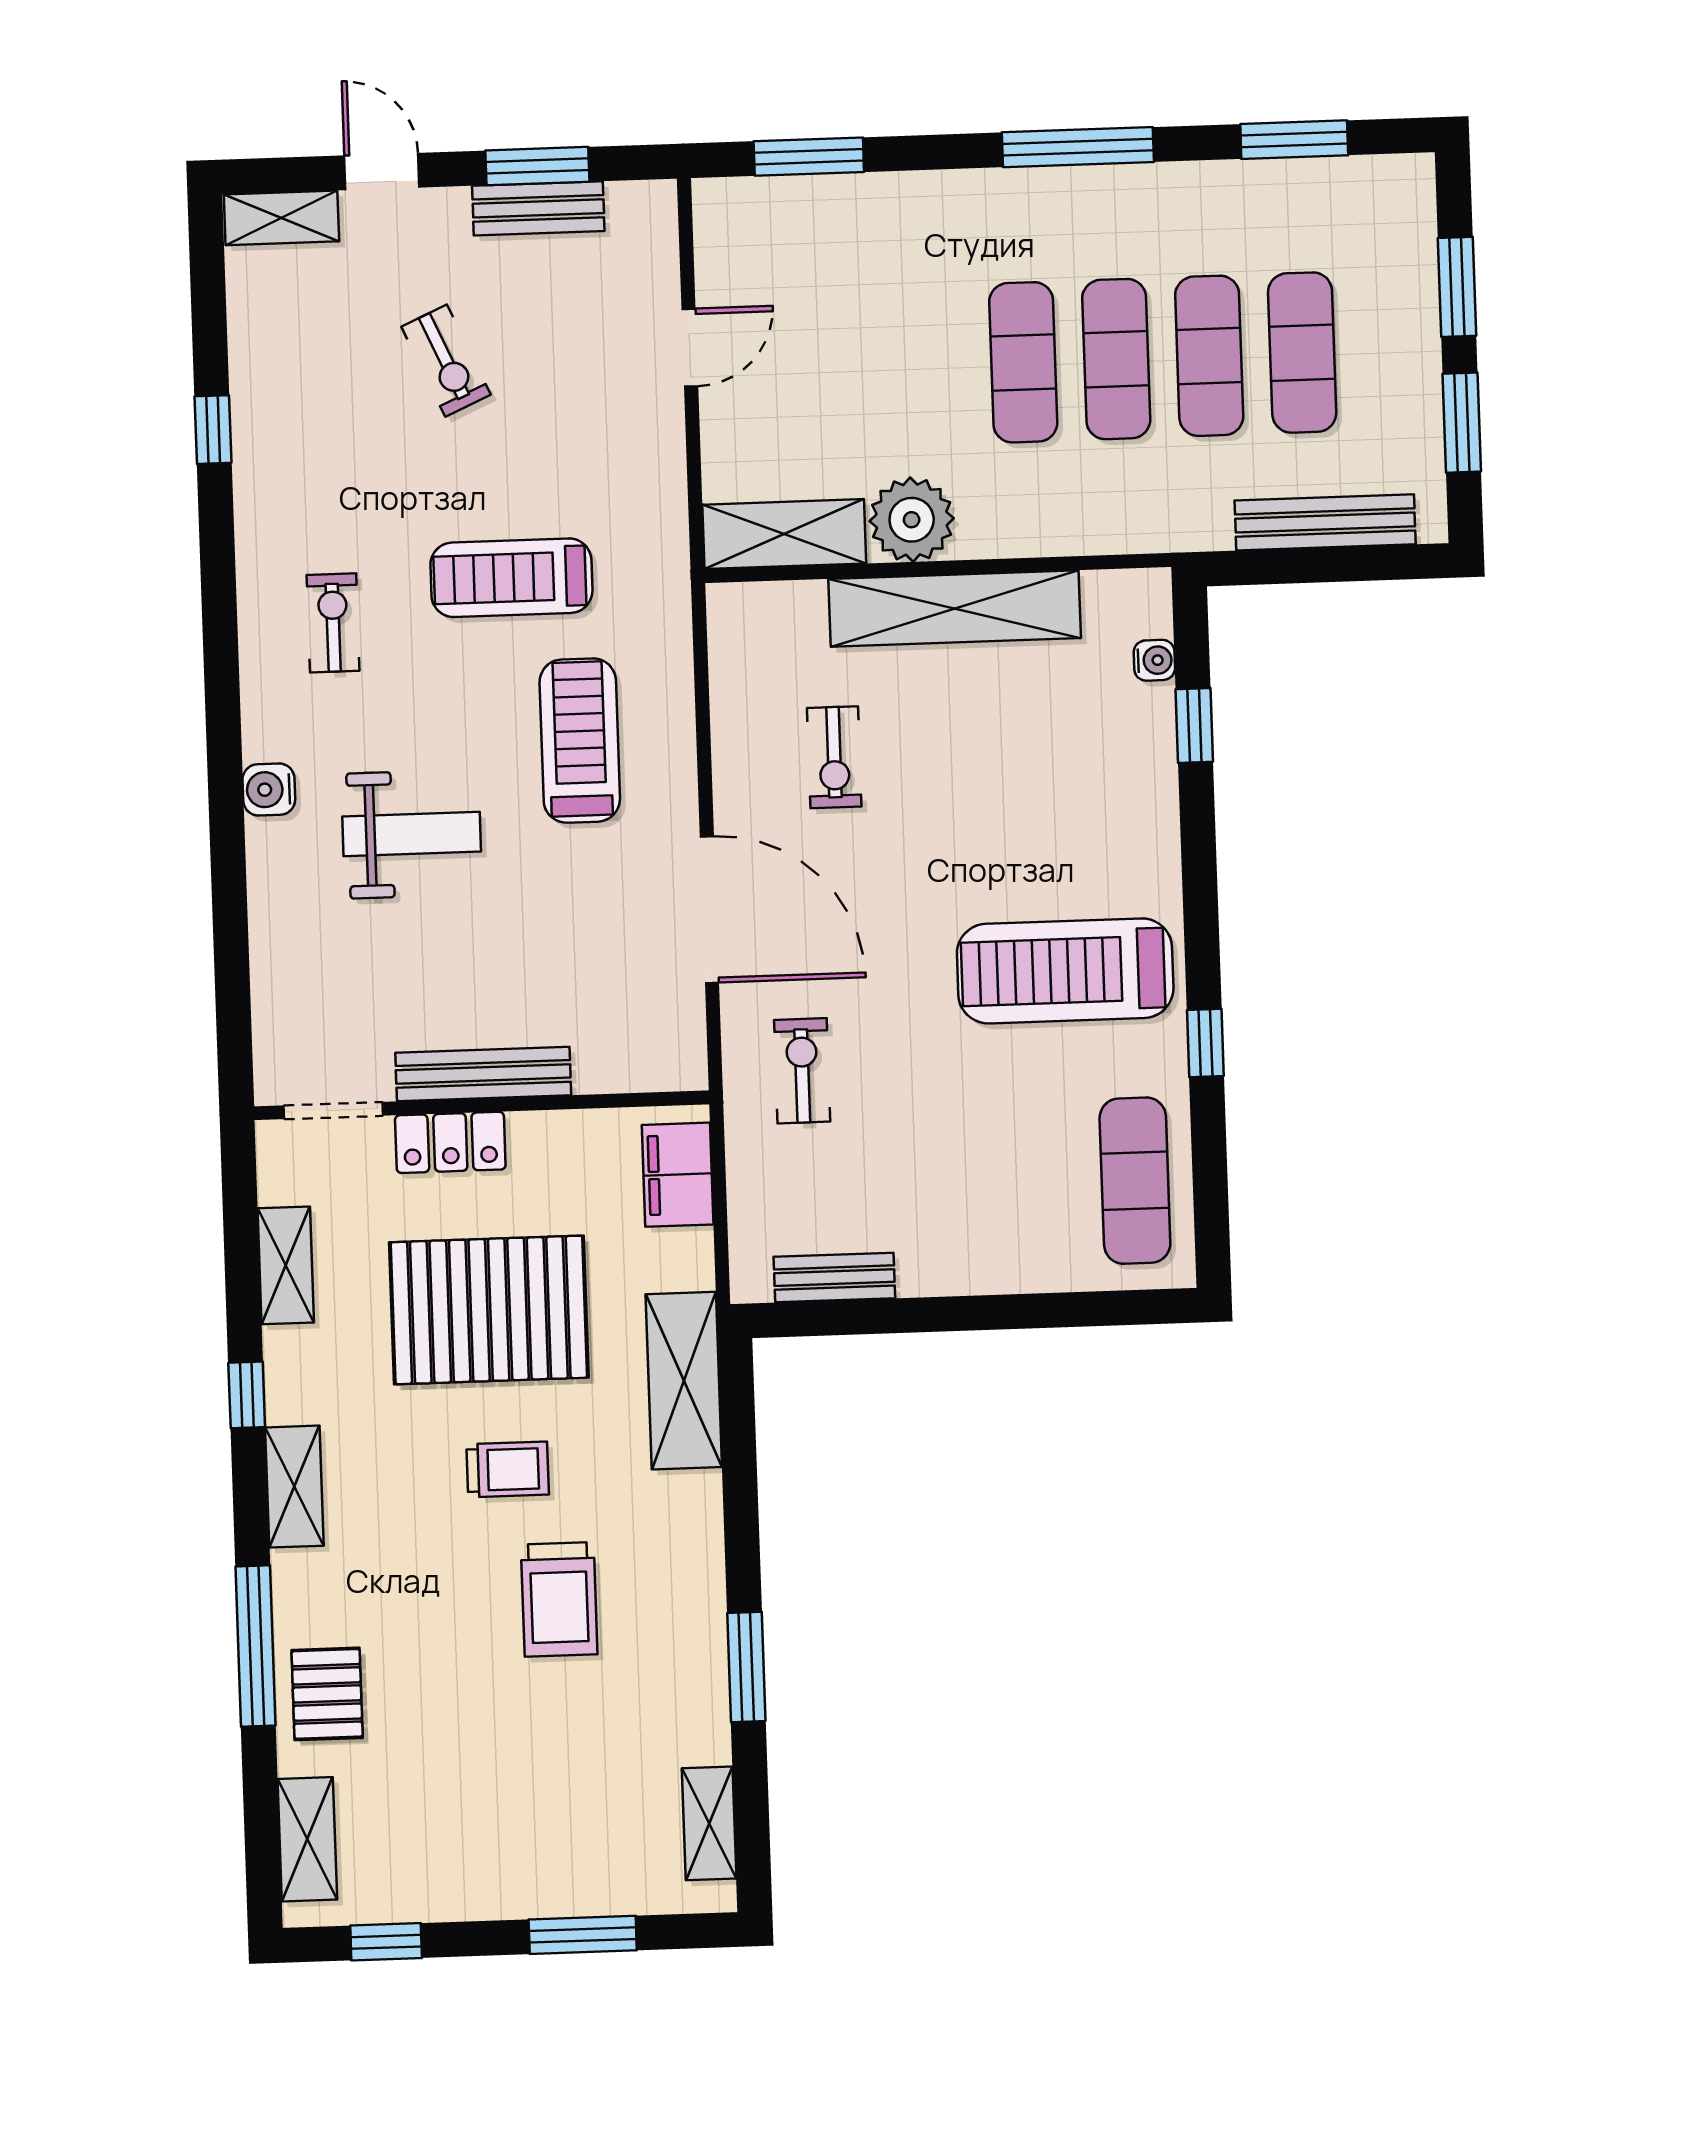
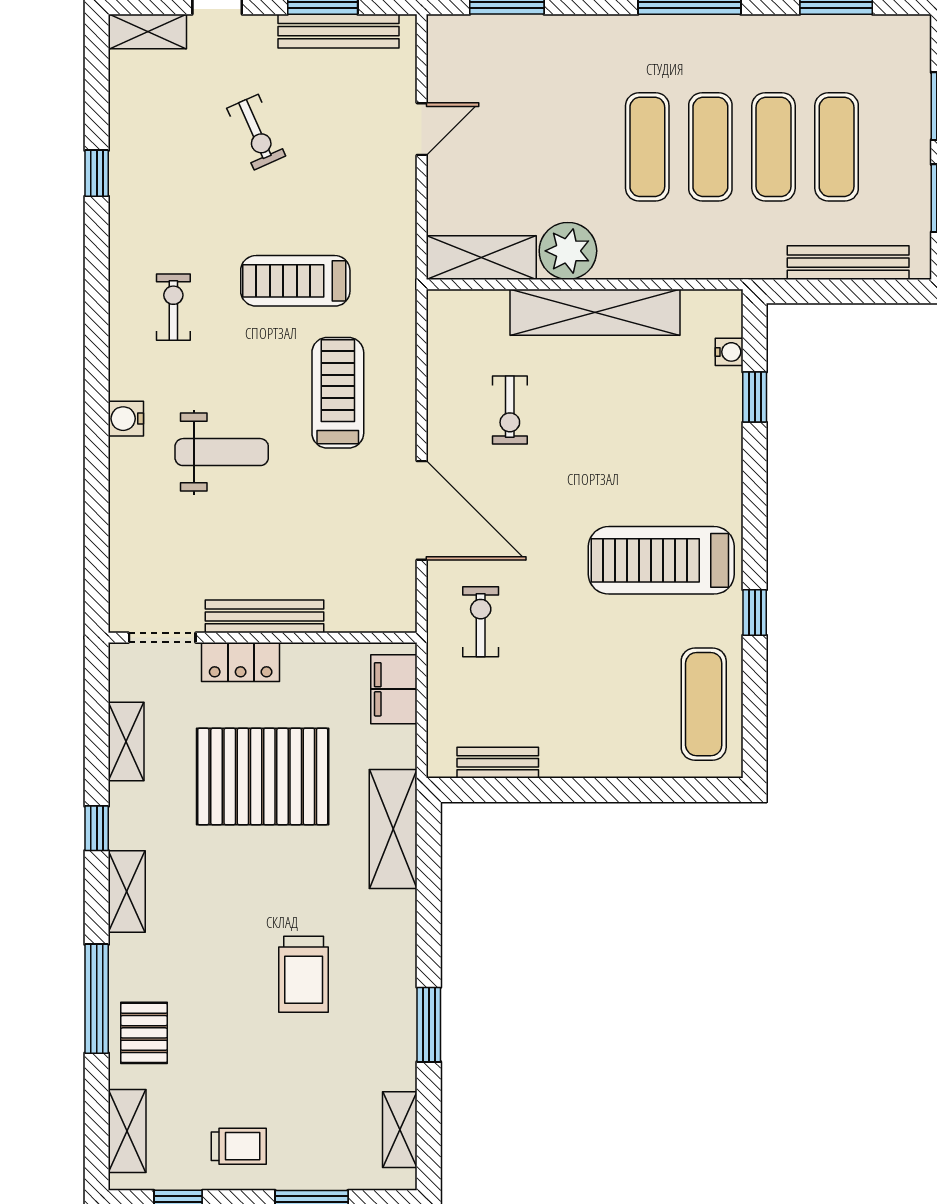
bench: (538, 208) -> (338, 31), width x1.36
trolley: (508, 1469) -> (239, 1146), moved

